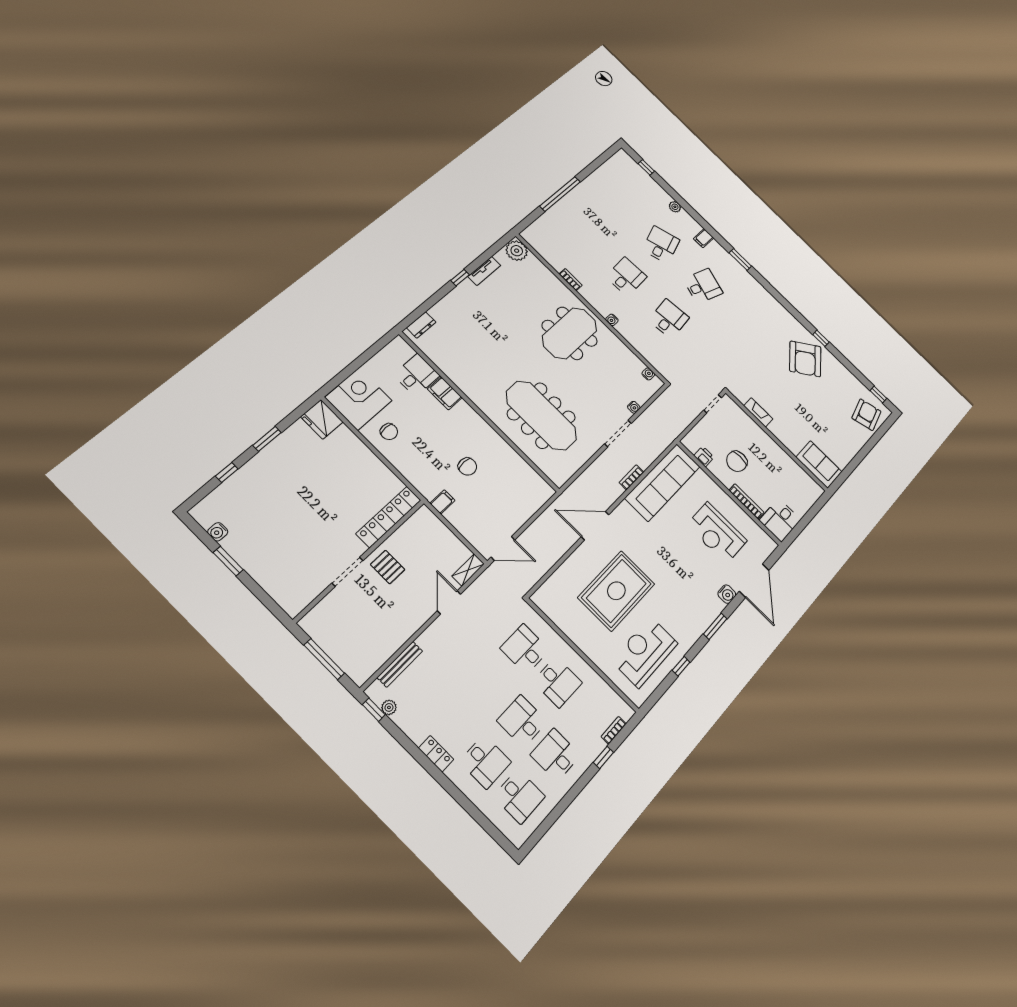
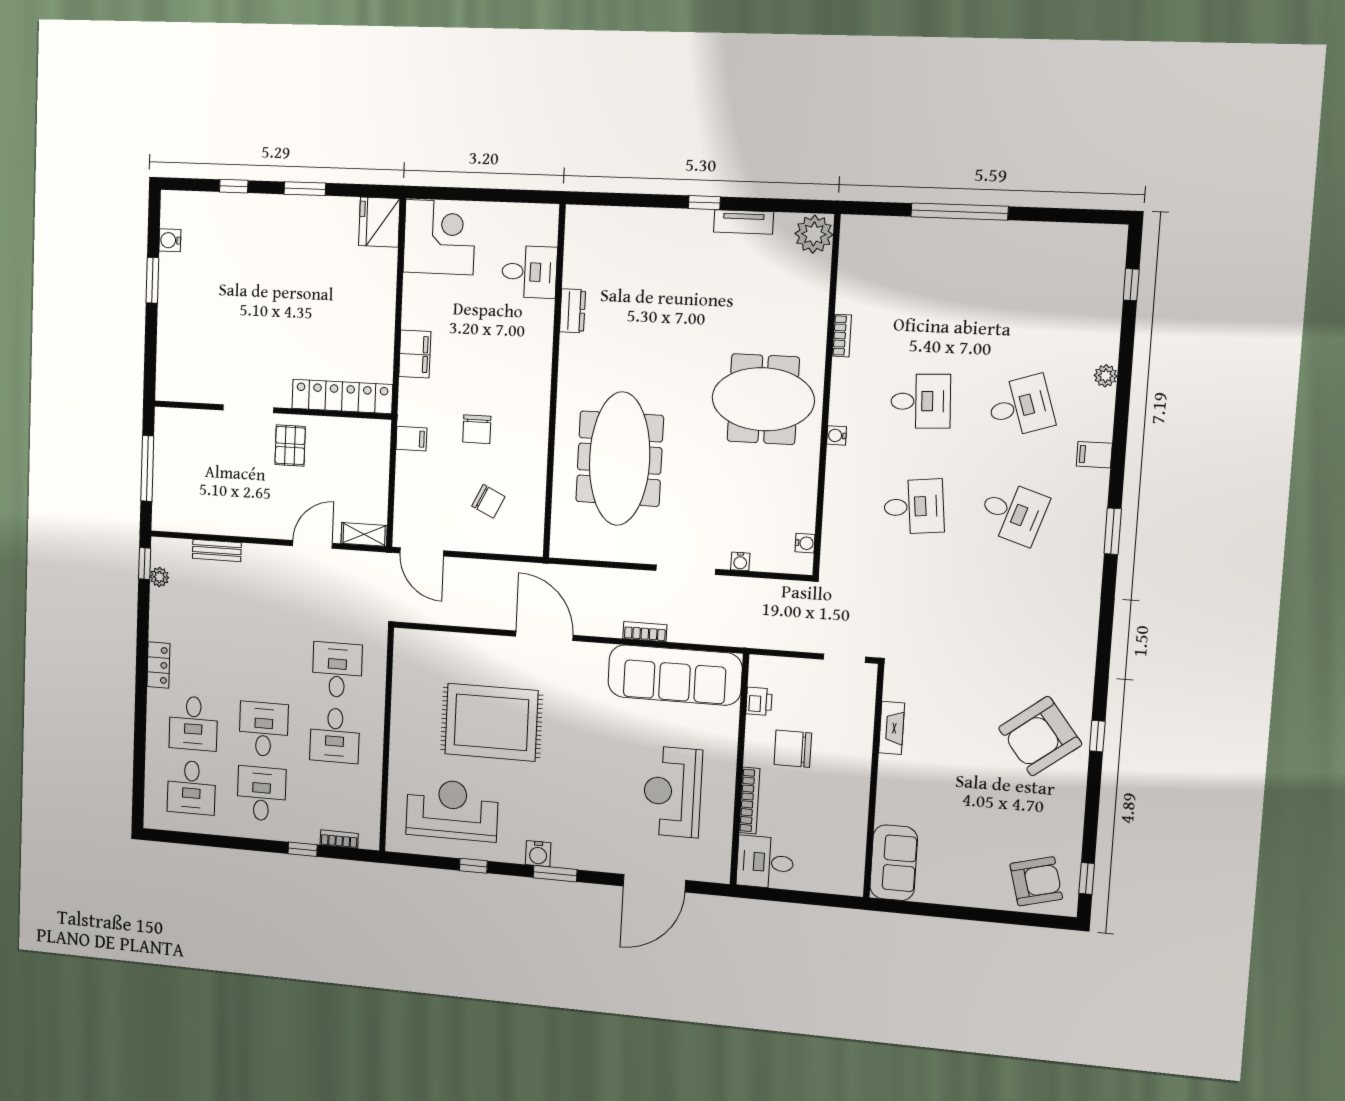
dresser: (421, 325) -> (572, 311), moved, turned -90
filing cabinet: (445, 393) -> (415, 354), moved, turned 180
chair: (389, 432) -> (488, 501), moved, turned -64
water cooler: (727, 594) -> (538, 854), moved
bench: (400, 664) -> (217, 550), width x0.73

